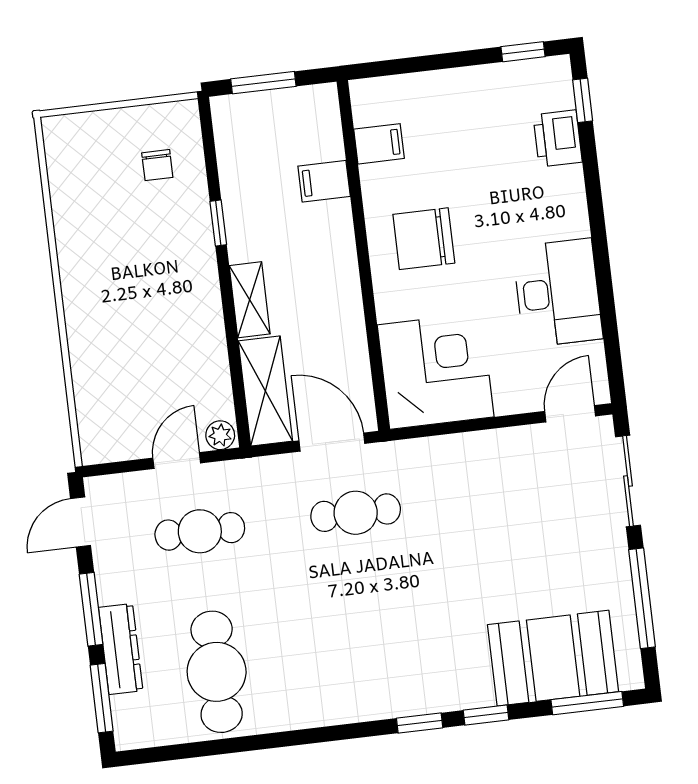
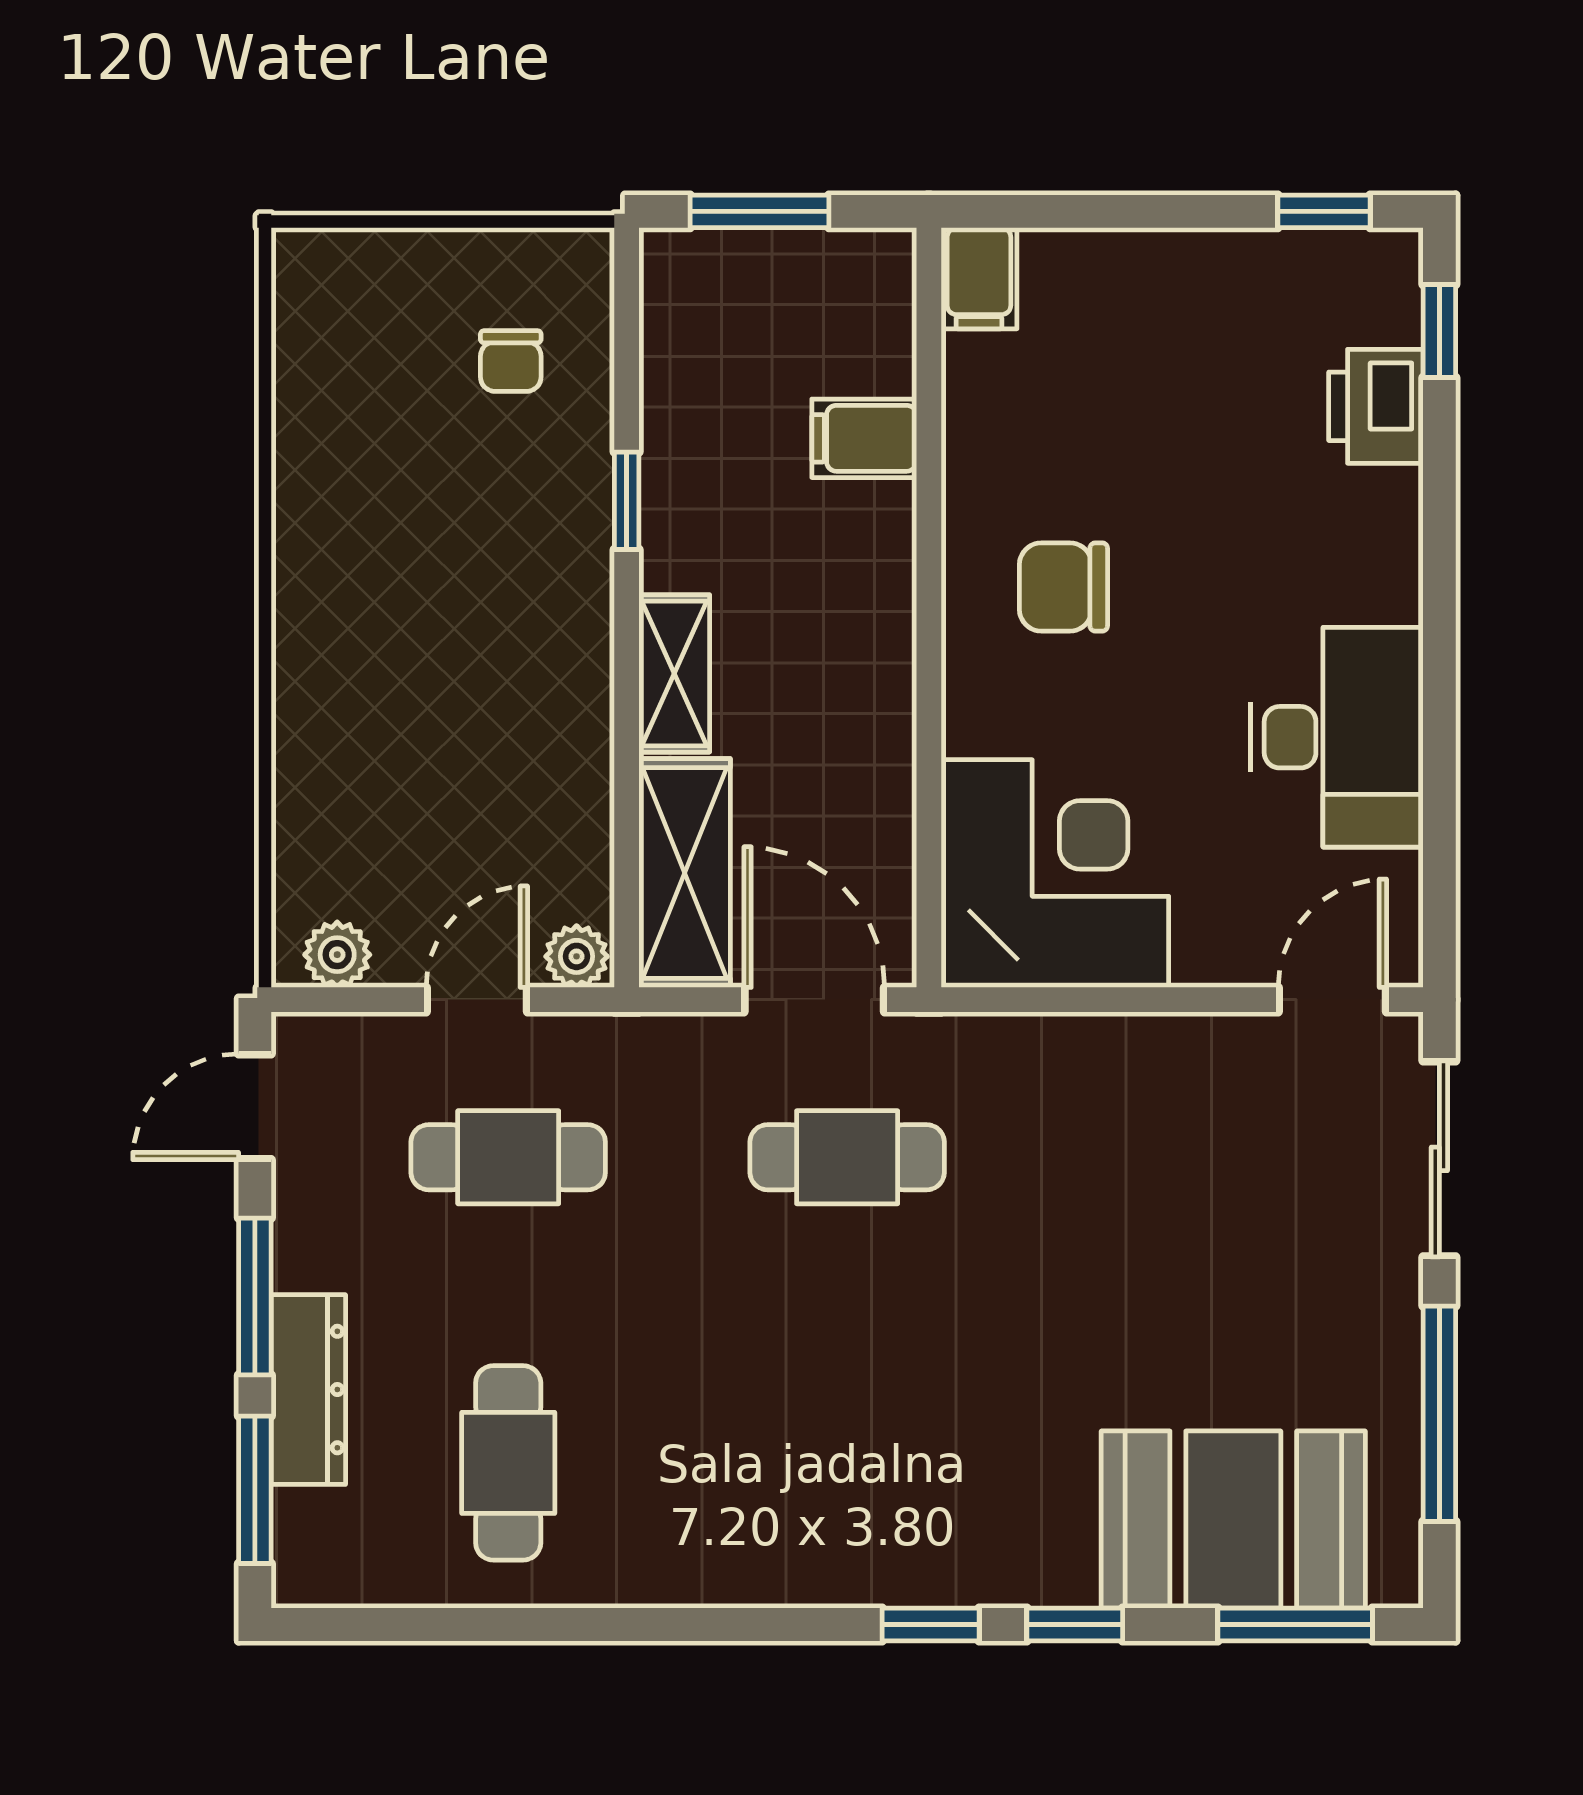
filing cabinet: (379, 144) -> (979, 278), moved, turned 90
chair: (424, 239) -> (1063, 587), width x0.73, depth x0.73
plant: (110, 448) -> (337, 955), added
cafe table: (217, 672) -> (508, 1463), width x0.73, depth x0.74

